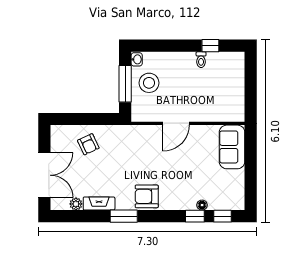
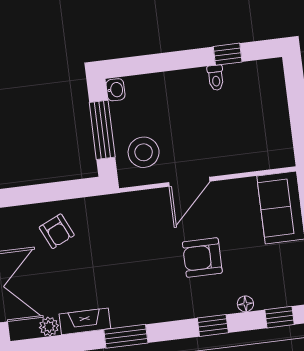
stool: (149, 83) -> (144, 152), moved
armchair: (147, 196) -> (202, 258), moved
window: (195, 216) -> (213, 325), moved

